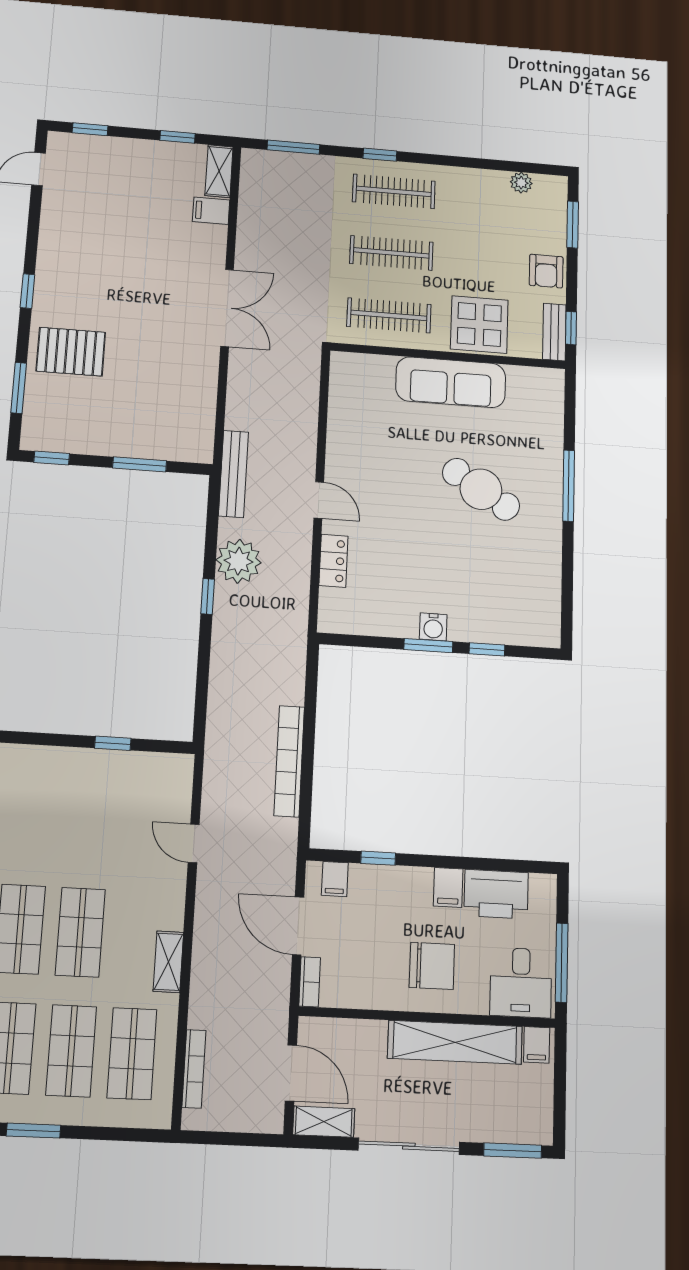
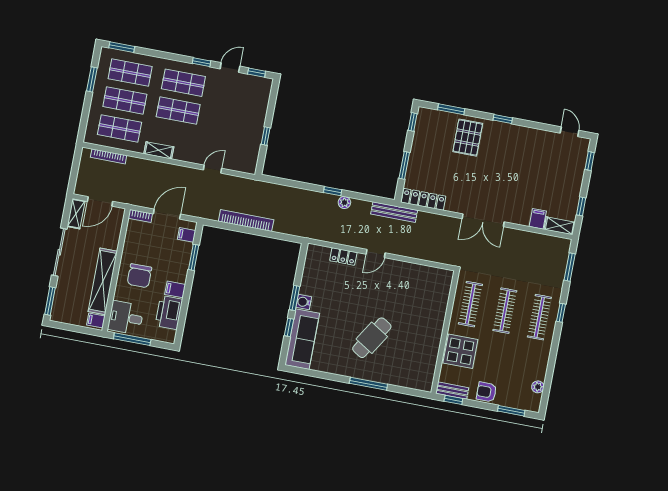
sofa: (451, 382) -> (302, 339), moved, turned 180
locker: (201, 421) -> (423, 199), added
plant: (239, 561) -> (344, 203), width x0.53, depth x0.53
window: (378, 858) -> (194, 257), width x1.50

